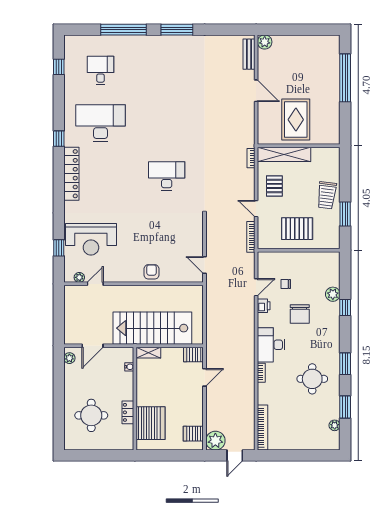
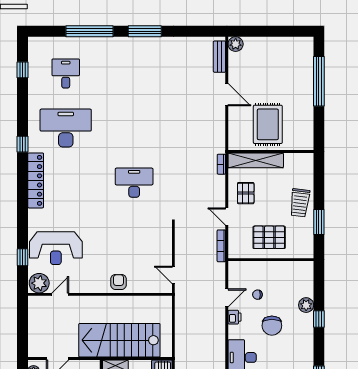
plant: (79, 277) -> (39, 283), width x1.88, depth x1.88

